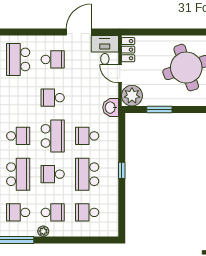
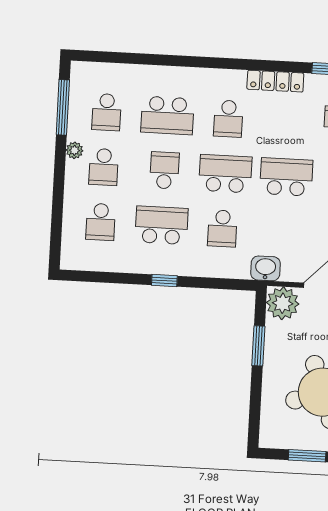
school desk: (53, 98) -> (286, 177), width x1.85
school desk: (53, 136) -> (225, 174), turned 180
school desk: (87, 136) -> (222, 229), turned 180
school desk: (18, 212) -> (107, 112), turned 180
school desk: (87, 212) -> (101, 222), turned 180

